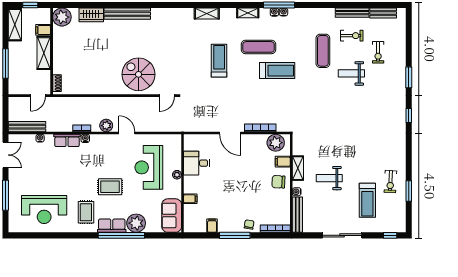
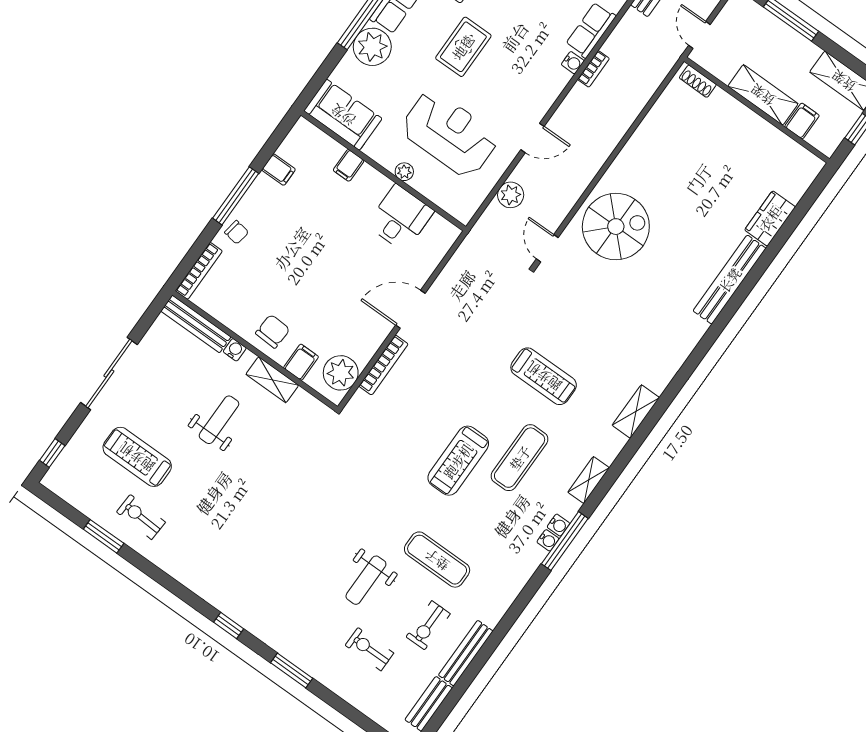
plant: (62, 17) -> (801, 167), removed
weight bench: (351, 73) -> (366, 580), turned 180
plant: (106, 126) -> (511, 195), moved

